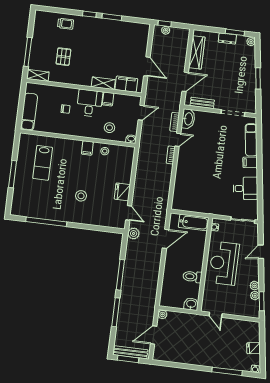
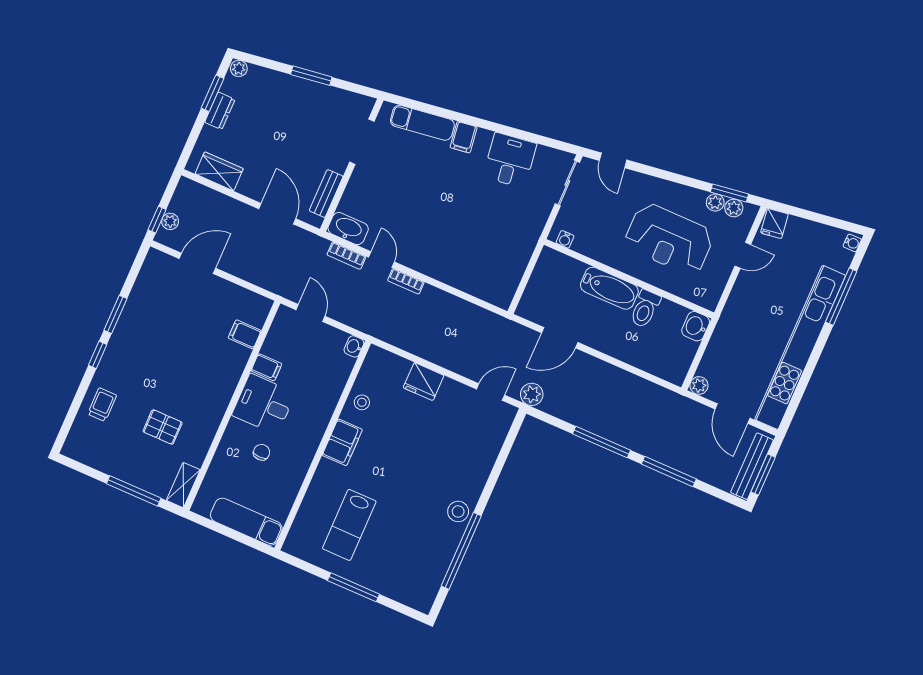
wardrobe: (197, 52) -> (219, 171), width x0.67
door: (147, 66) -> (197, 263), moved
shelving: (103, 83) -> (234, 367), removed
filing cabinet: (126, 84) -> (245, 334), width x0.50
stool: (109, 128) -> (321, 381), removed
filing cabinet: (87, 148) -> (342, 442), width x2.00
lab bench: (43, 163) -> (349, 525), turned 90
fridge: (122, 192) -> (424, 382), moved
stool: (81, 196) -> (458, 511), moved
bathtub: (194, 222) -> (609, 288), moved, turned 90
door: (166, 239) -> (560, 338), swing flipped
door: (261, 252) -> (613, 160), moved
reception desk: (224, 263) -> (669, 239), moved
plant: (255, 286) -> (734, 208), moved
door: (216, 315) -> (743, 255), moved
fridge: (254, 348) -> (774, 224), moved
kitchen unit: (196, 359) -> (800, 347), added

